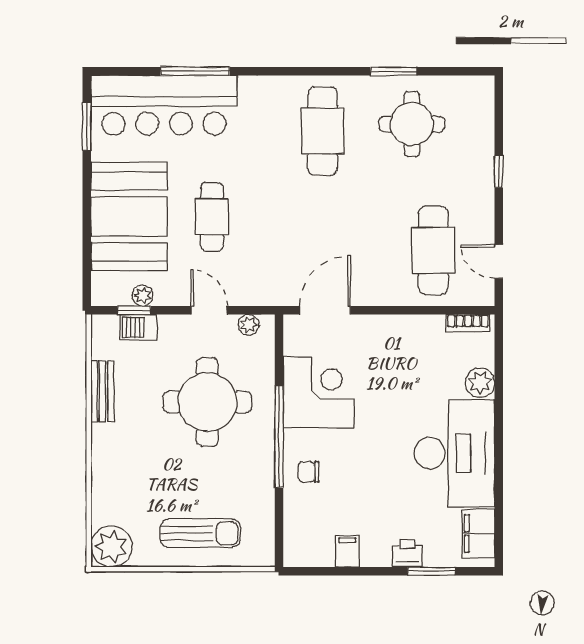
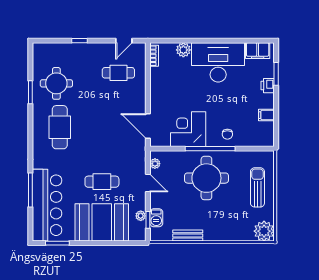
cafe table: (323, 131) -> (60, 127), turned 90
cafe table: (433, 250) -> (118, 73), width x0.73, depth x0.74
door: (209, 310) -> (148, 183), swing flipped
round table: (207, 402) -> (206, 178), moved

